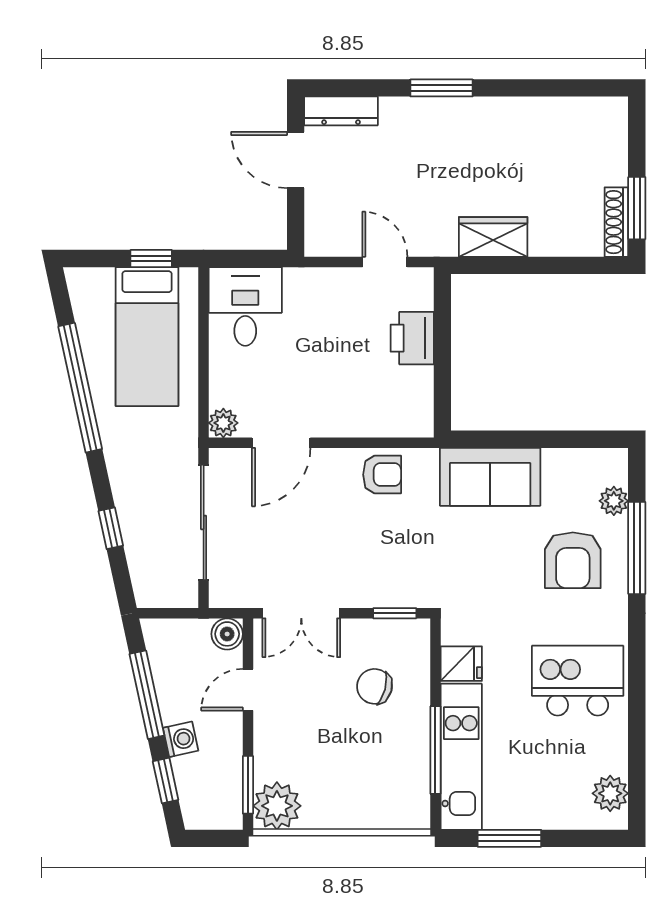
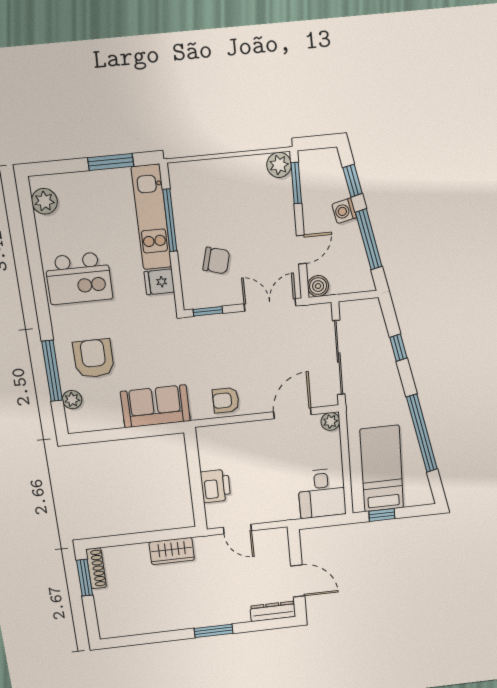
plant: (277, 806) -> (279, 165), width x0.73, depth x0.73

